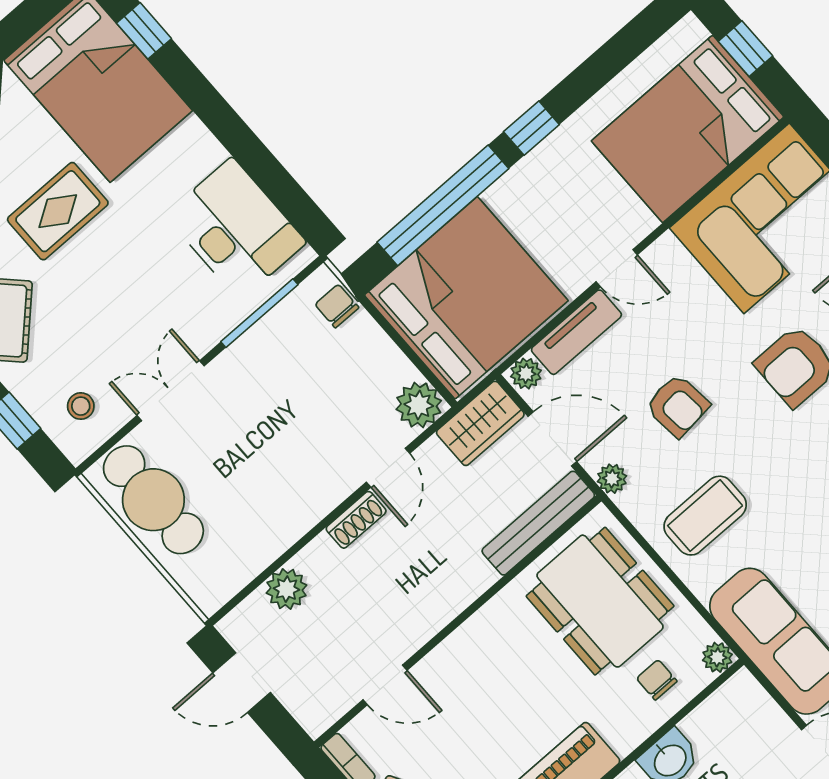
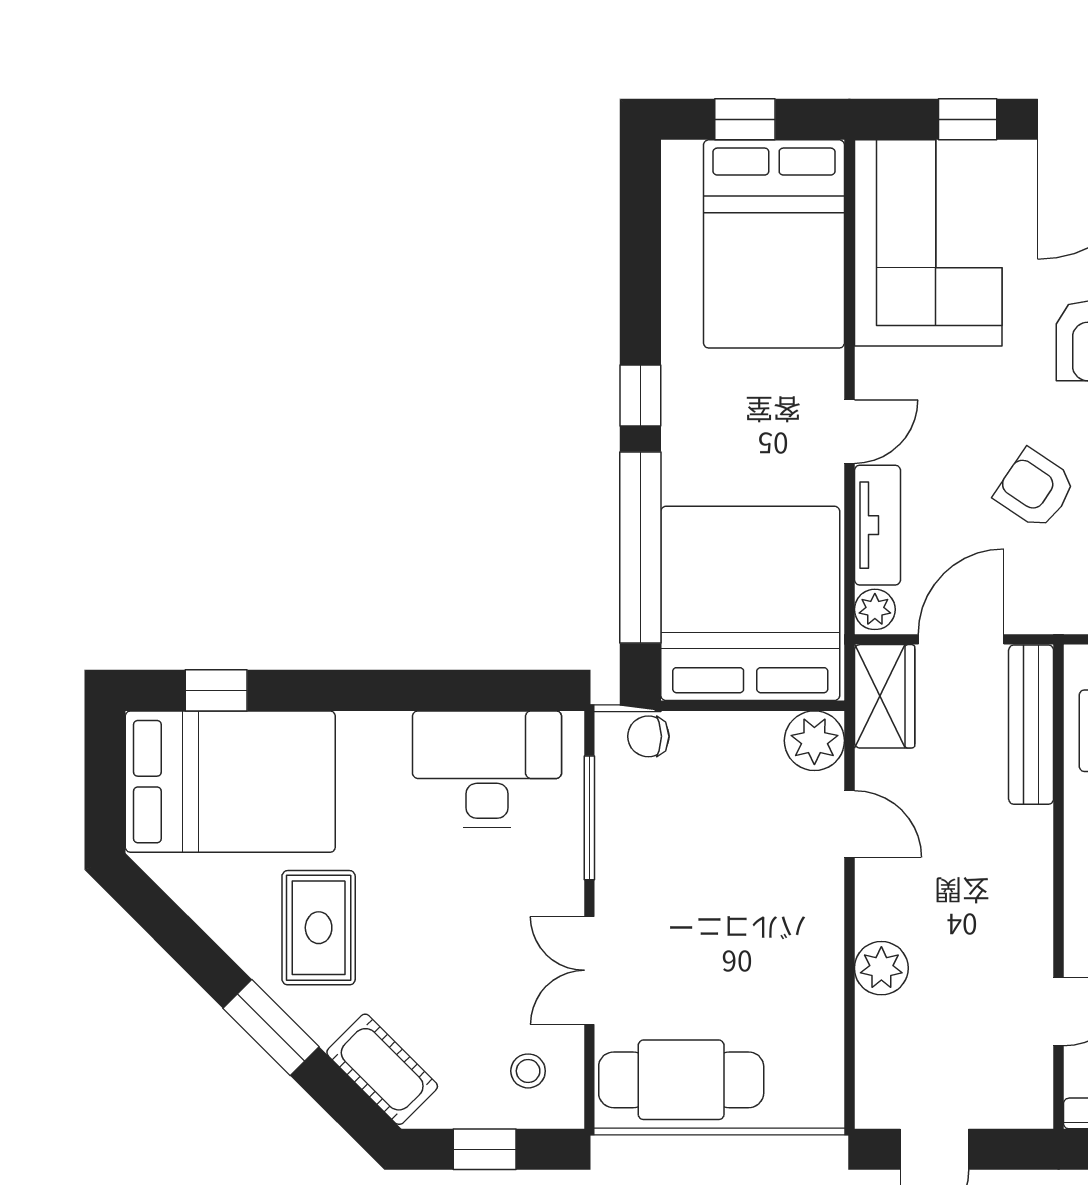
armchair: (678, 406) -> (1035, 489), turned -140
plant: (612, 479) -> (1050, 615), removed
shoe rack: (356, 520) -> (873, 899), removed
plant: (287, 589) -> (881, 968), moved

